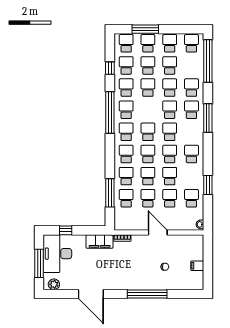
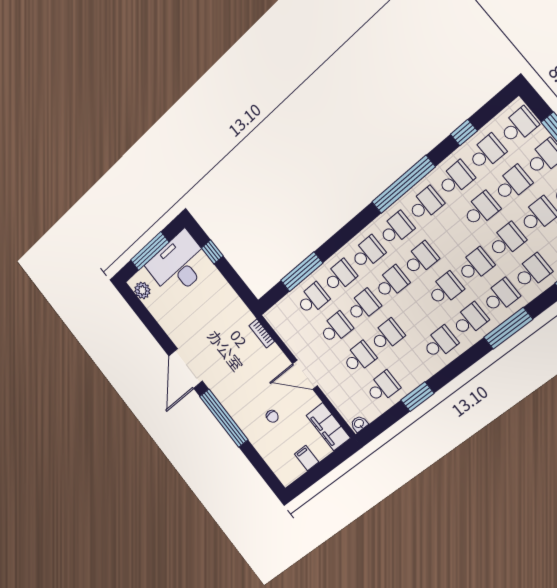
school desk: (170, 154) -> (470, 320), moved
door: (158, 232) -> (305, 375), swing flipped
filing cabinet: (100, 241) -> (328, 427), moved
door: (91, 294) -> (186, 369), moved

